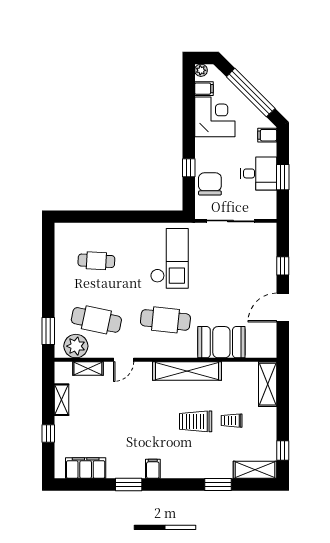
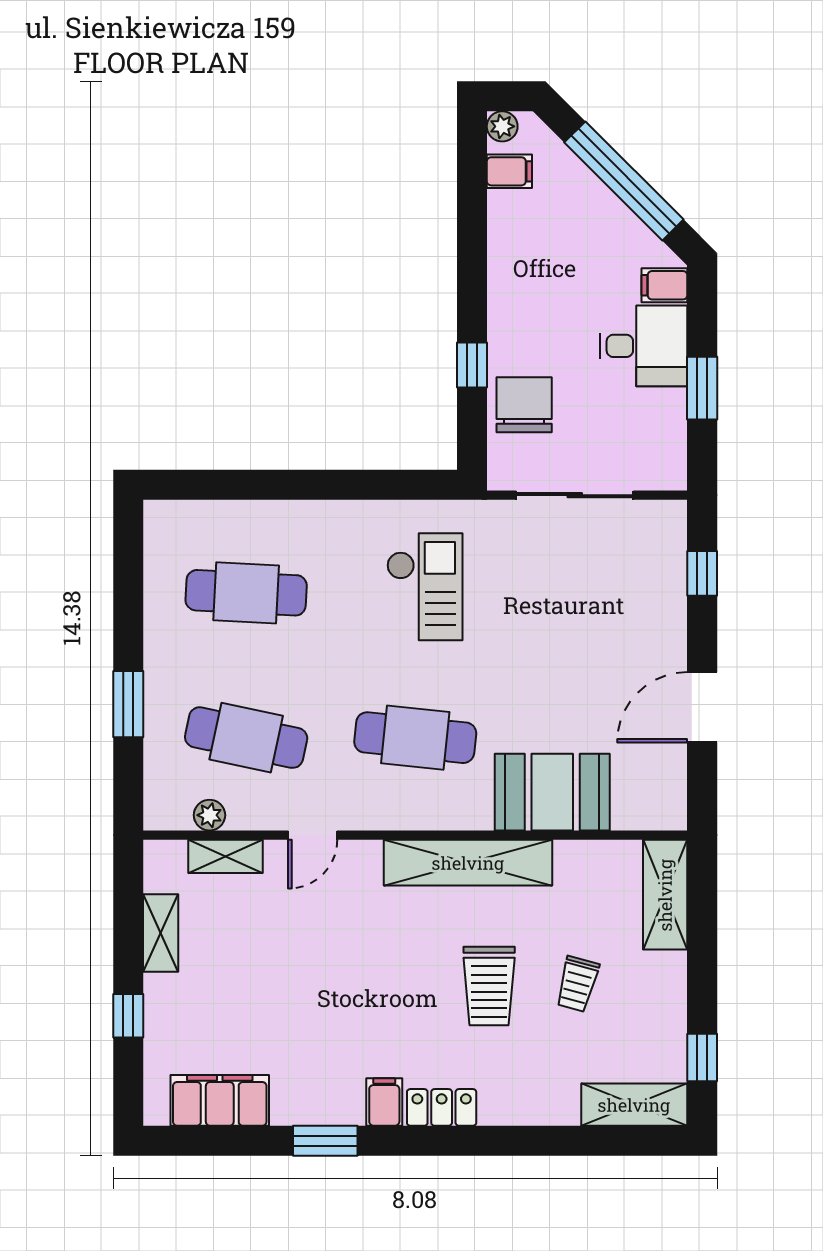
corner desk: (215, 117) -> (536, 240), removed
desk: (259, 173) -> (643, 346), moved
checkout: (169, 258) -> (425, 587), width x0.73, depth x0.83
cafe table: (96, 261) -> (246, 593), width x1.37, depth x1.35
window: (283, 266) -> (702, 573), moved
window: (48, 331) -> (128, 704), moved
plant: (76, 346) -> (209, 815), width x0.53, depth x0.53
trolley: (196, 421) -> (489, 986), turned -90
trolley: (232, 421) -> (577, 984), turned -75
locker: (176, 471) -> (442, 1107), added
window: (218, 485) -> (544, 1141), removed

